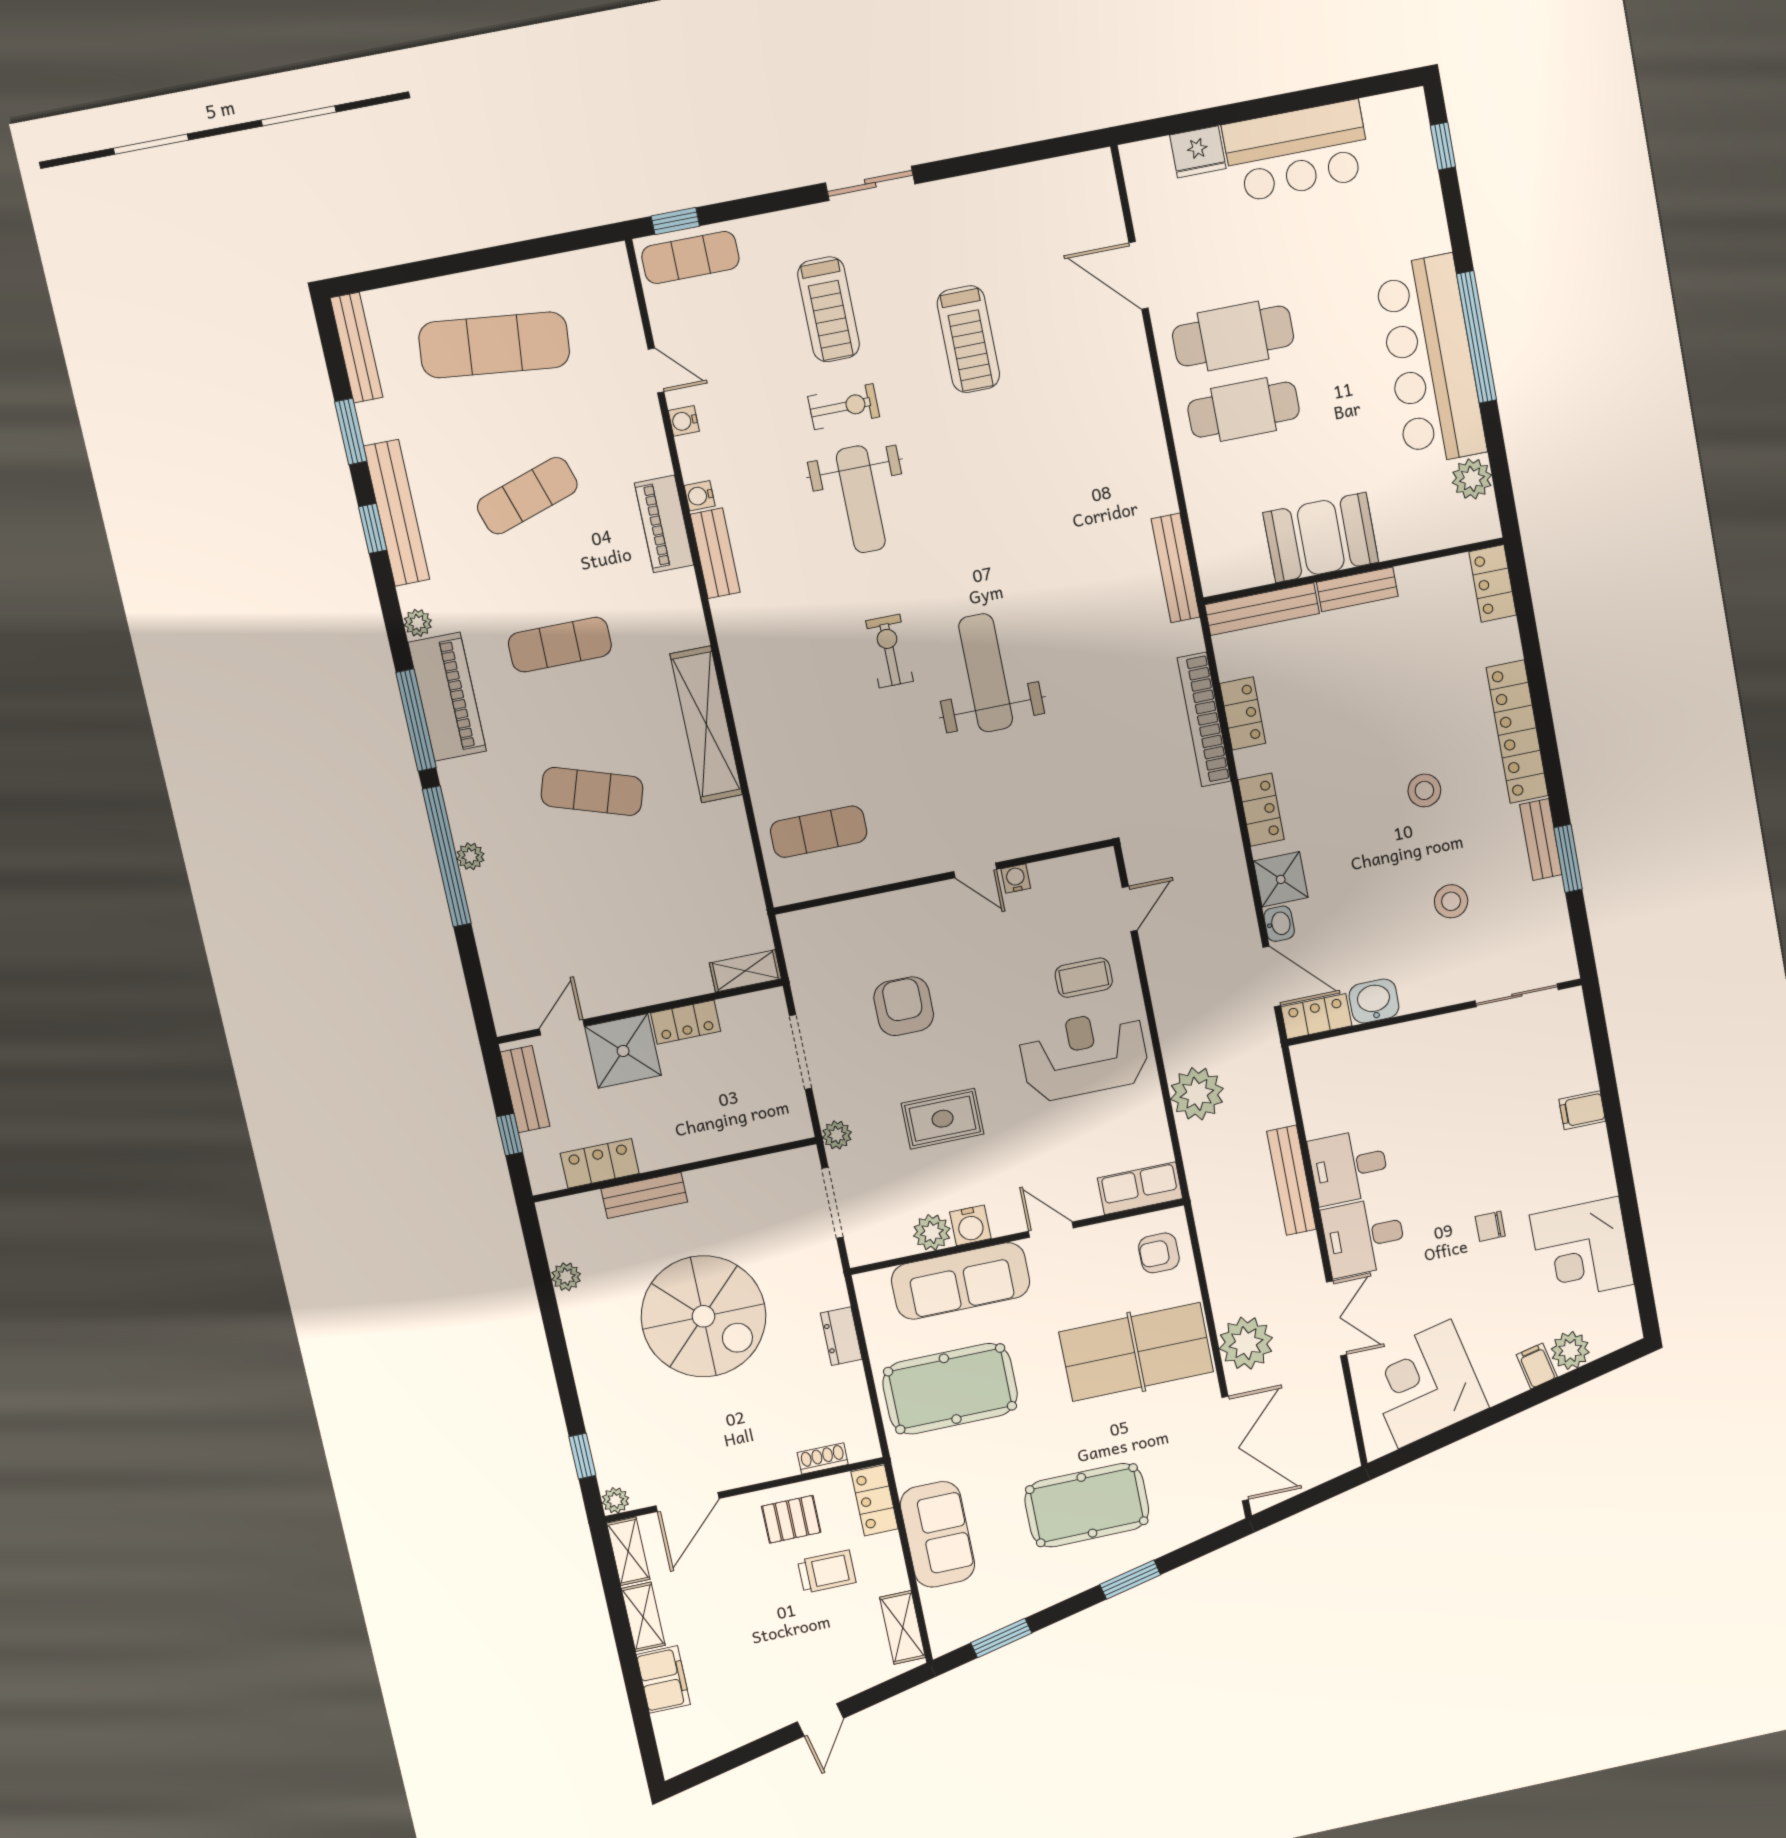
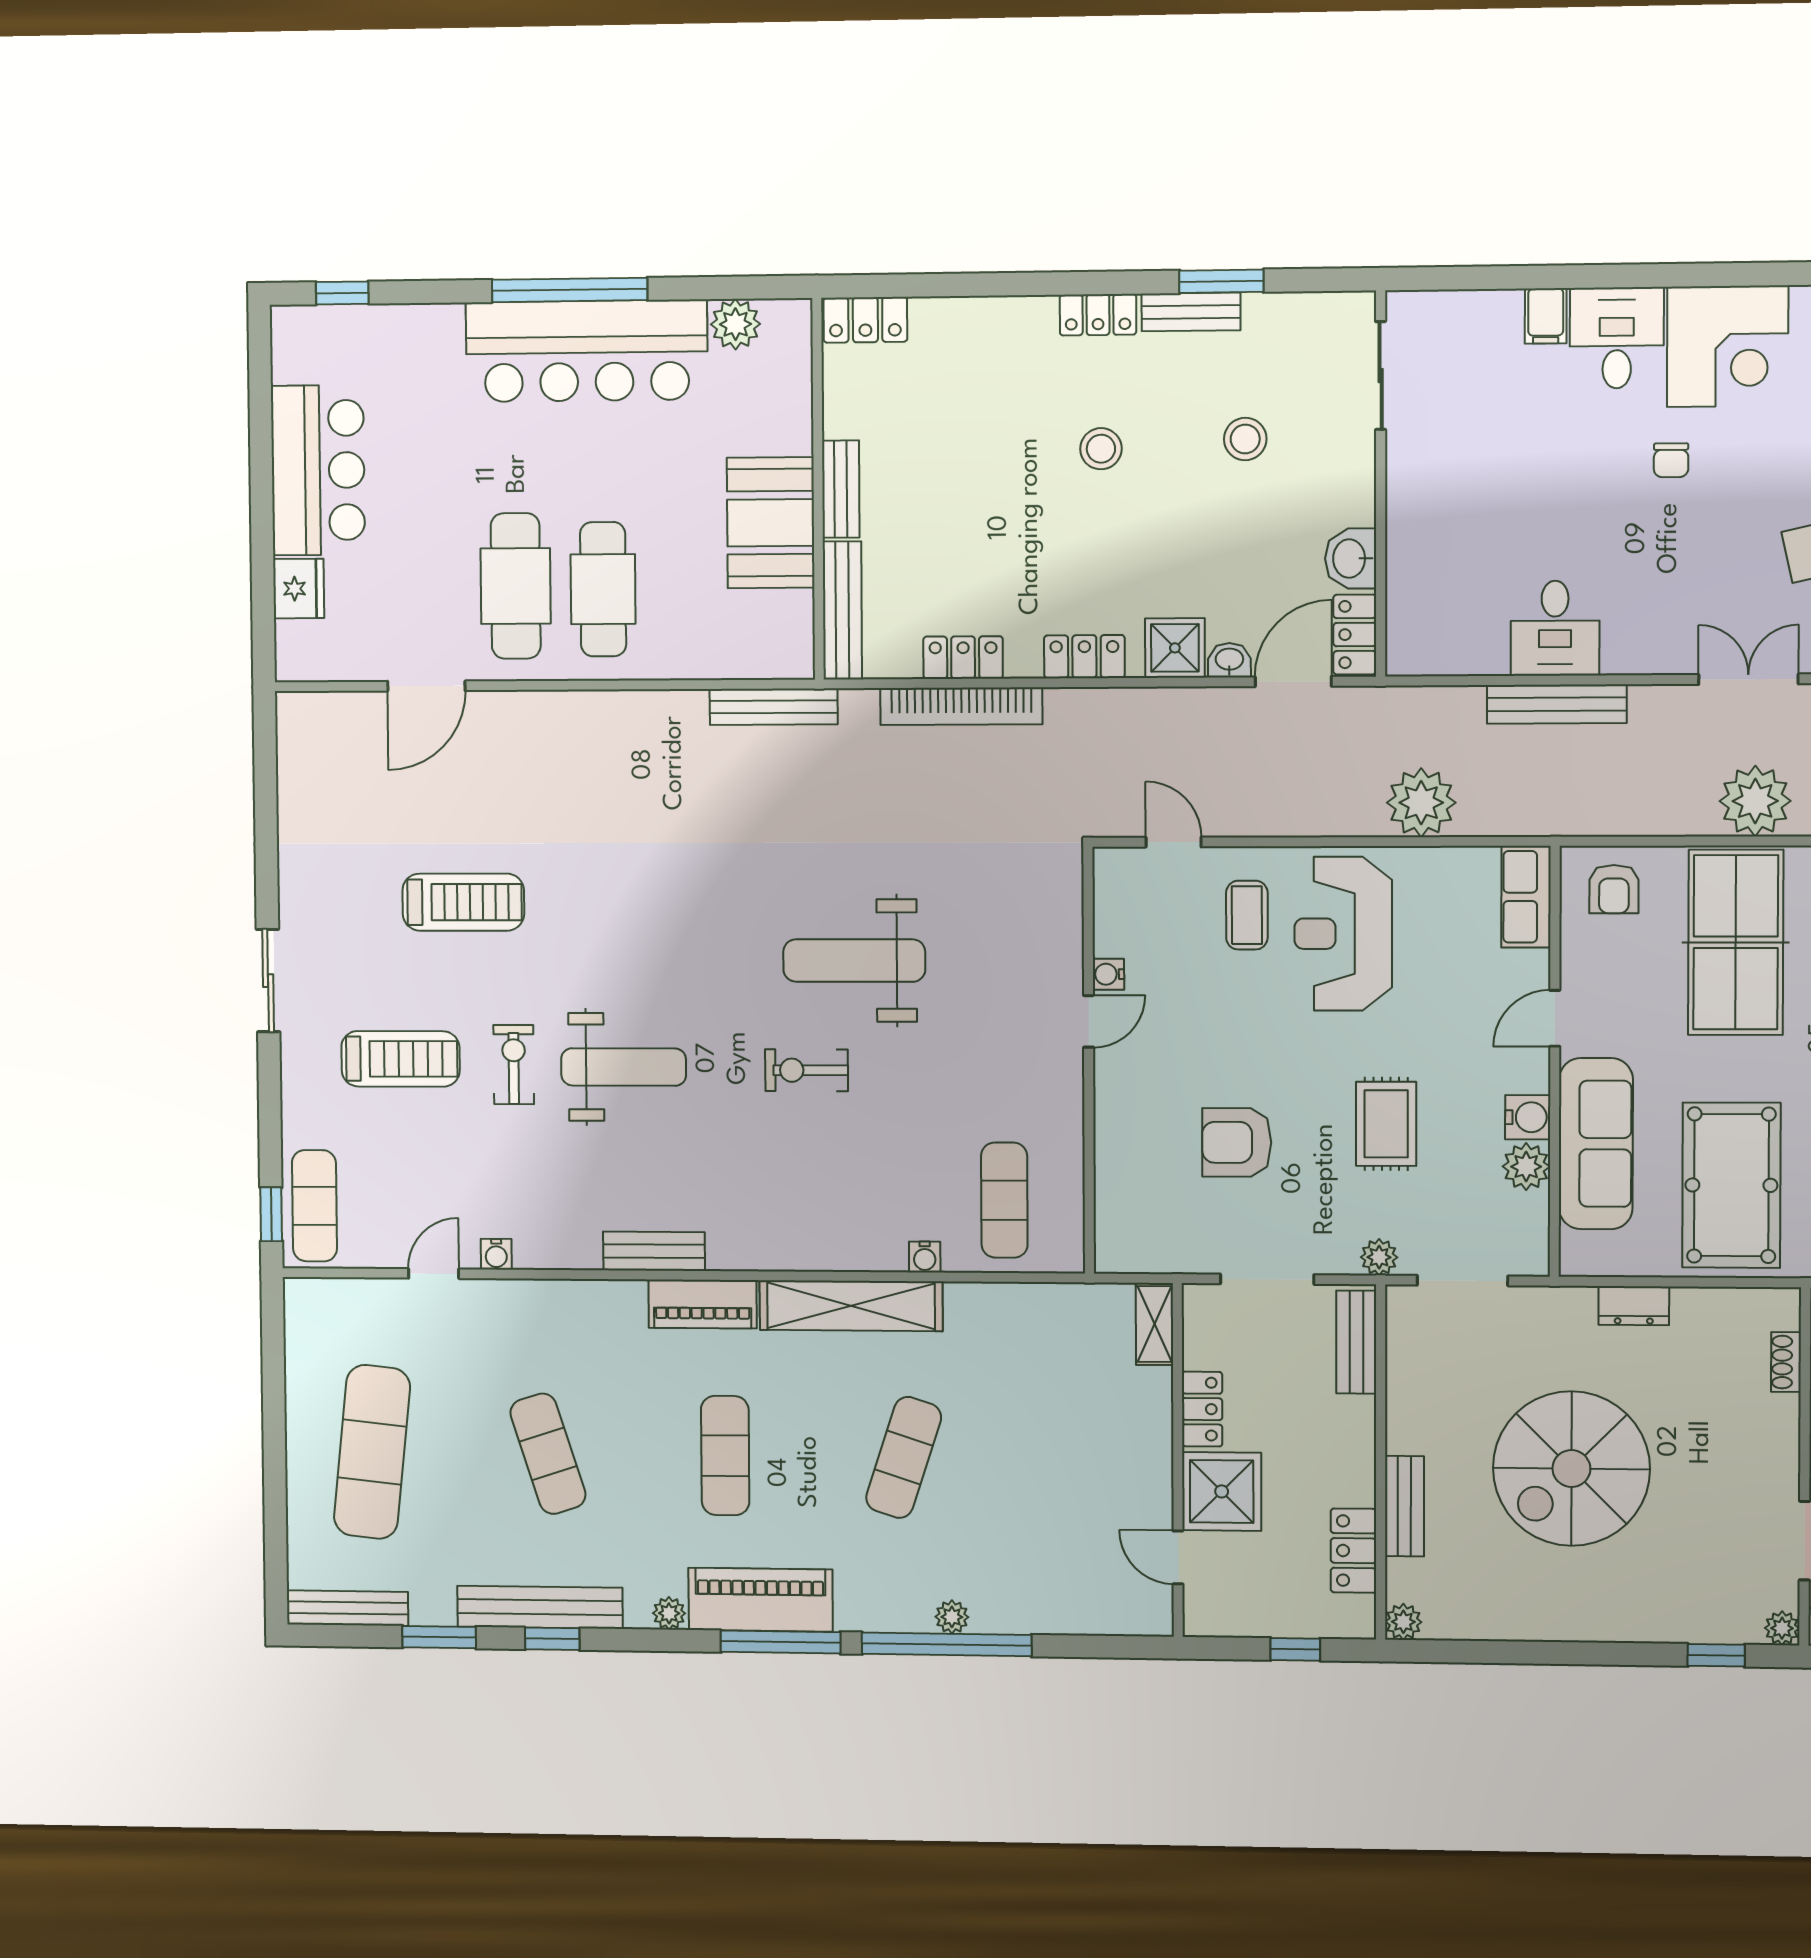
water cooler: (700, 496) -> (925, 1257), moved
piano: (664, 524) -> (703, 1304), moved
locker: (1517, 732) -> (1098, 315), width x0.46, depth x0.83
bench: (525, 1089) -> (1356, 1342), moved, turned 90
desk: (1364, 1237) -> (1617, 338), moved, turned 180
plant: (566, 1277) -> (1403, 1622), moved
spiral stairs: (703, 1316) -> (1571, 1469), turned 180

